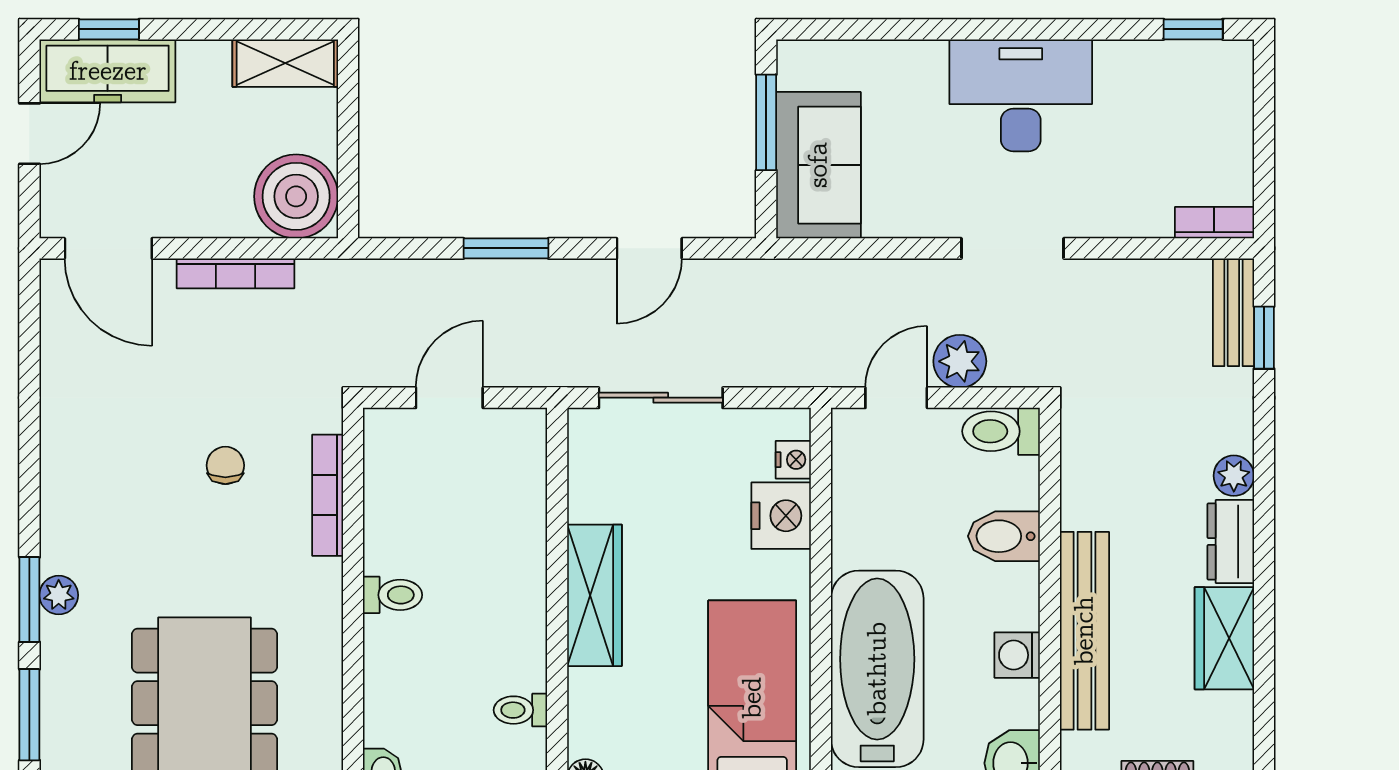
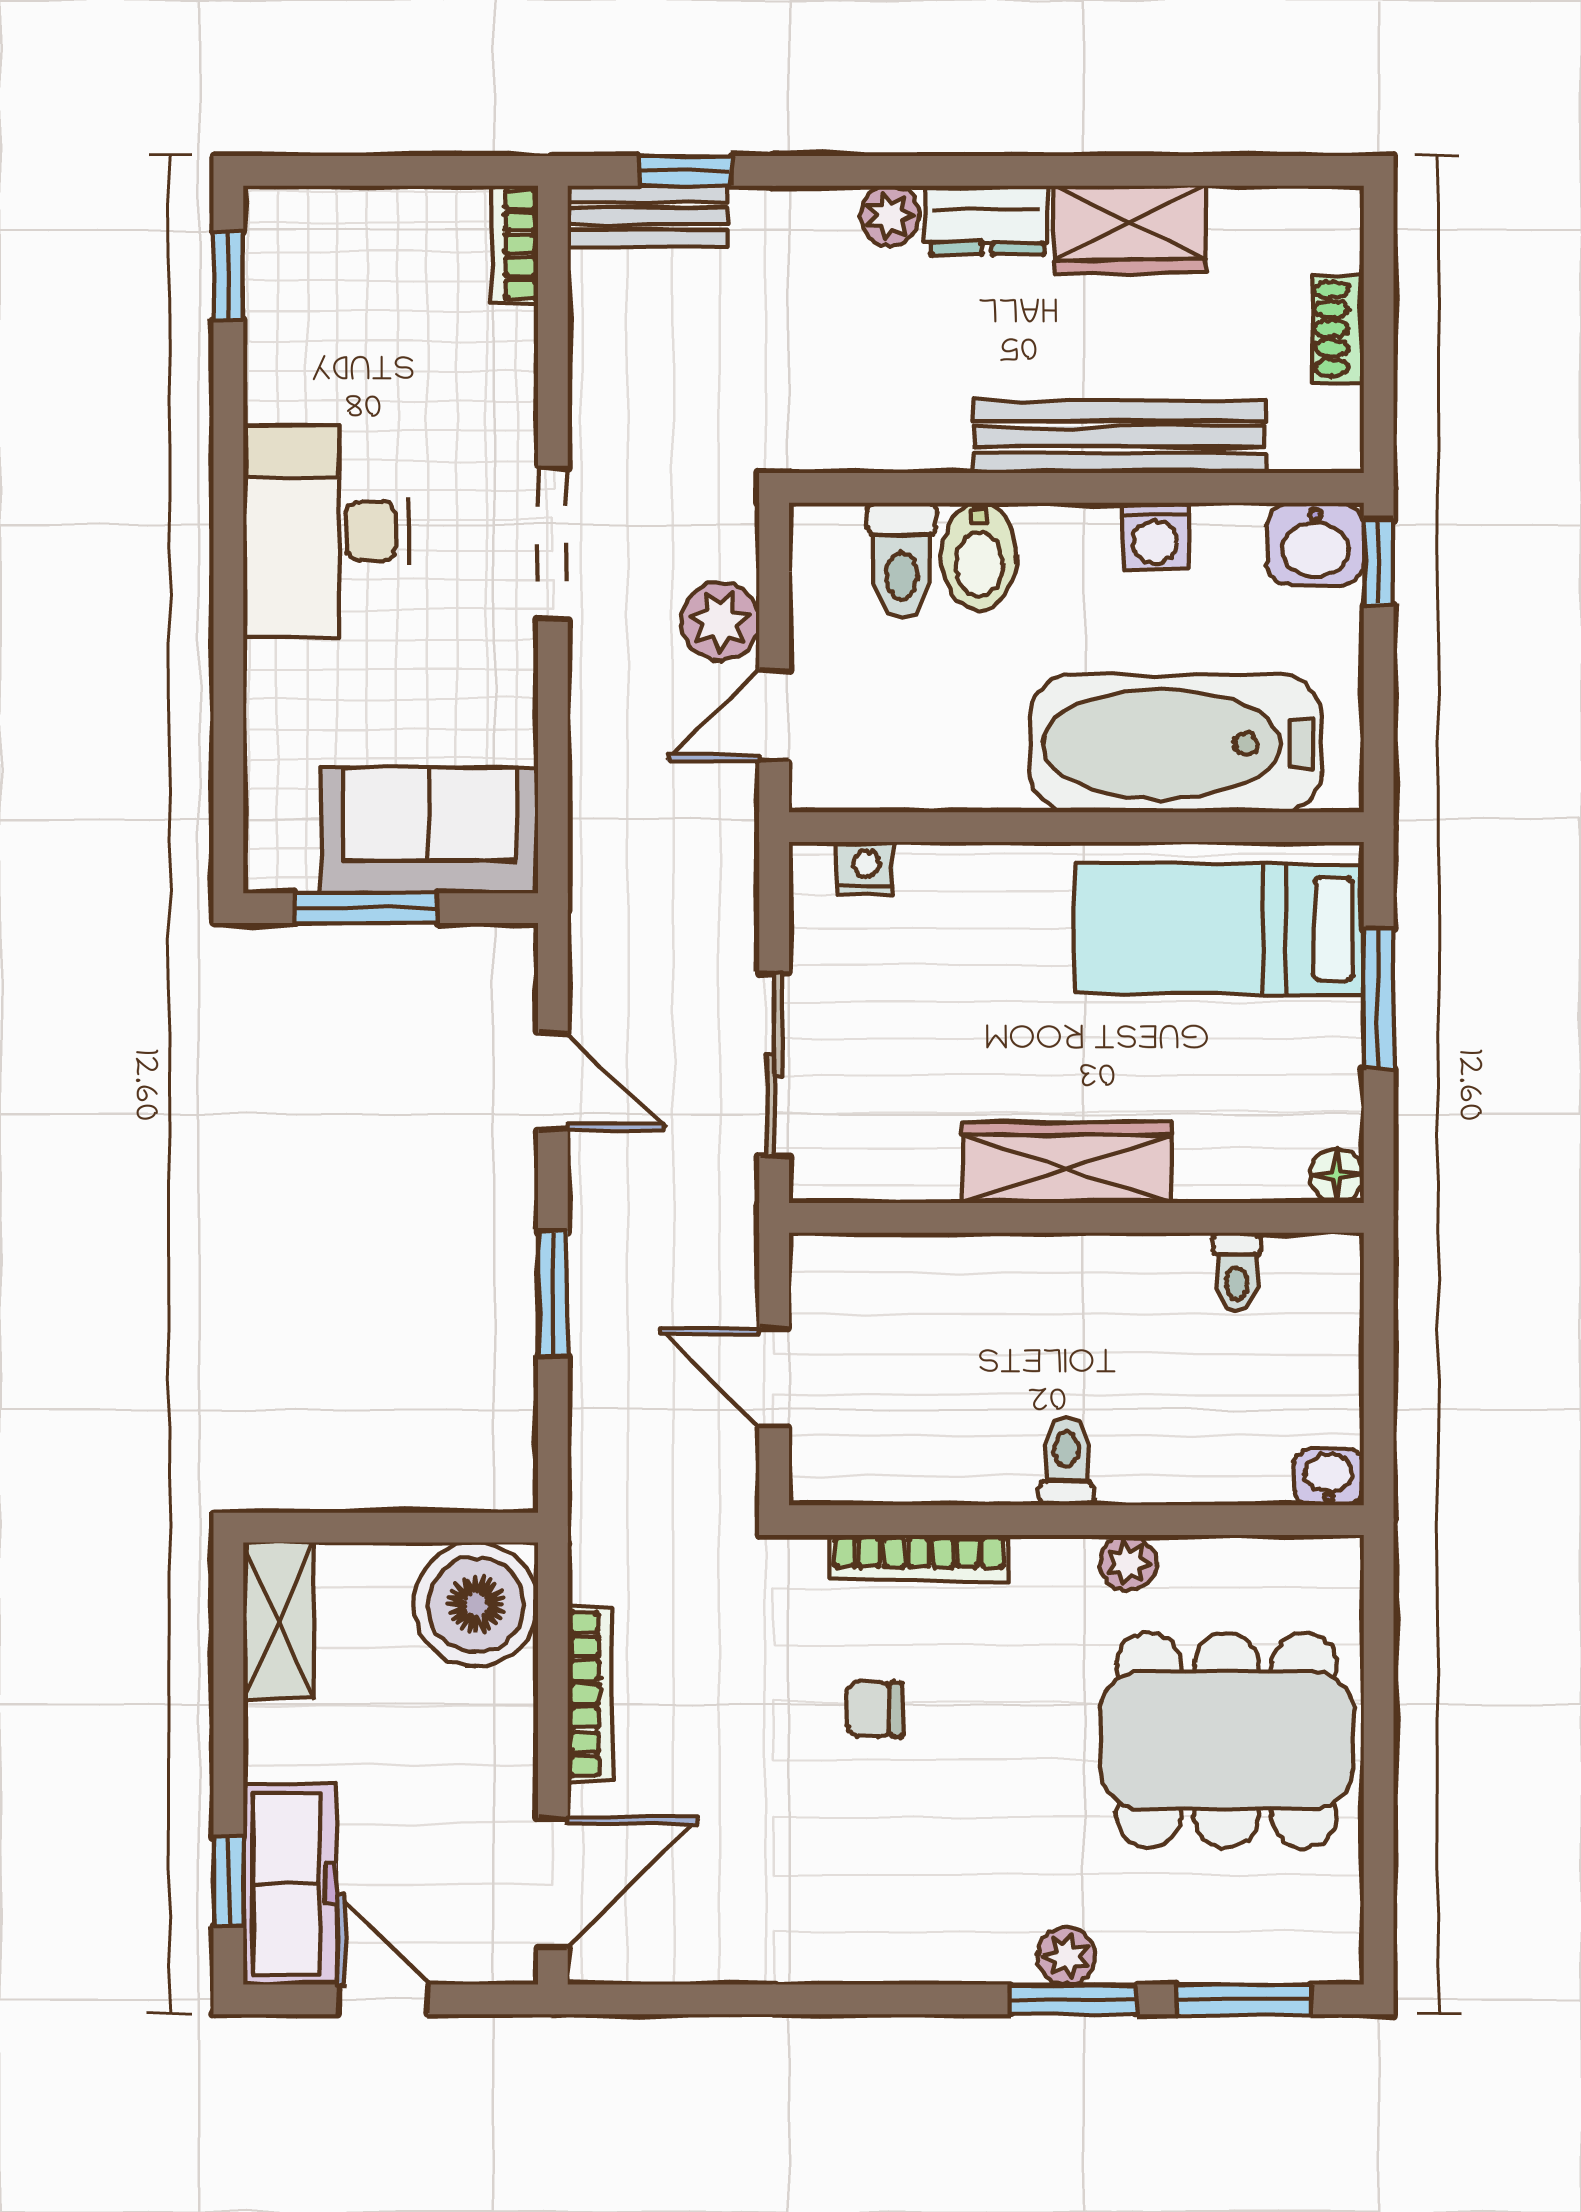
door: (896, 398) -> (774, 716), hinge flipped
toilet: (1001, 431) -> (901, 560), moved
nightstand: (781, 516) -> (949, 886), removed
plant: (324, 637) -> (1128, 1563), added

